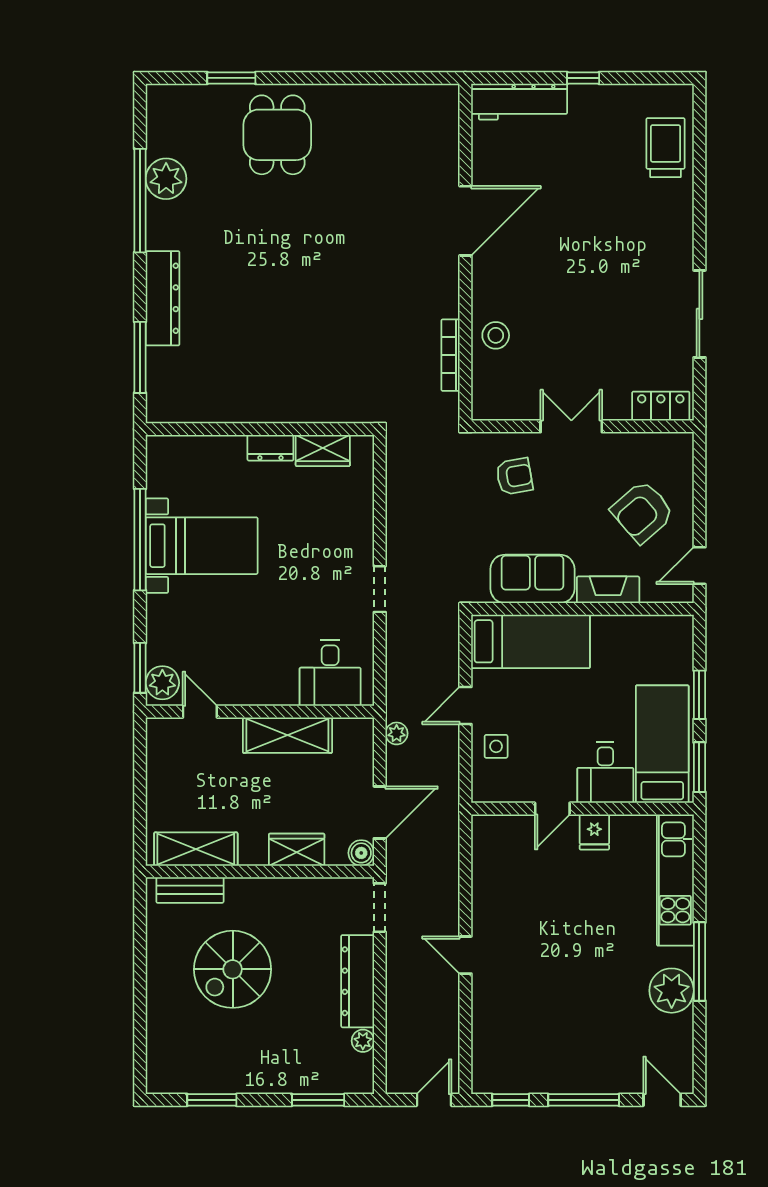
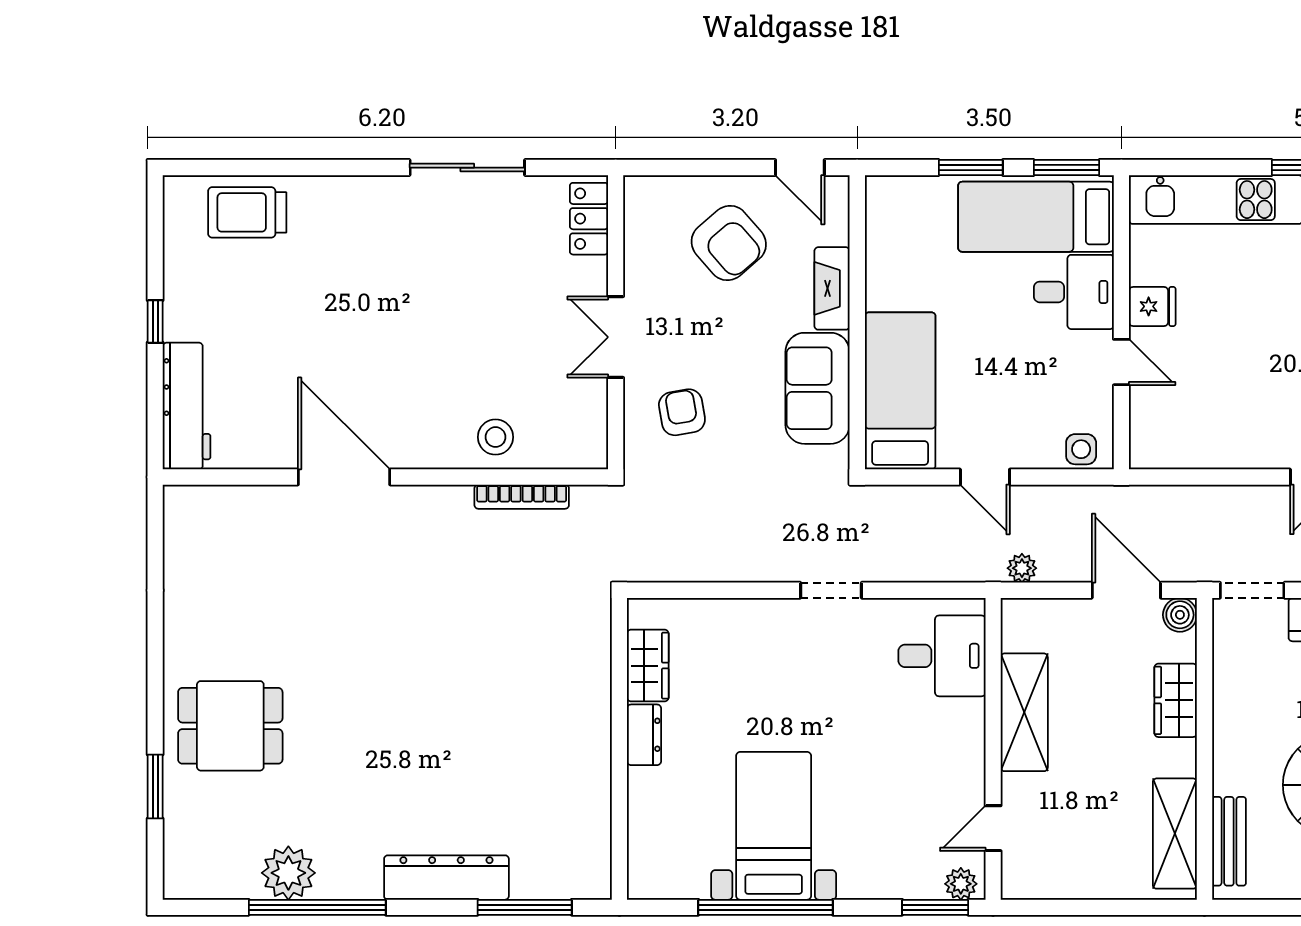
plant: (162, 683) -> (961, 884), width x0.73, depth x0.73
side table: (496, 746) -> (1081, 449), moved

